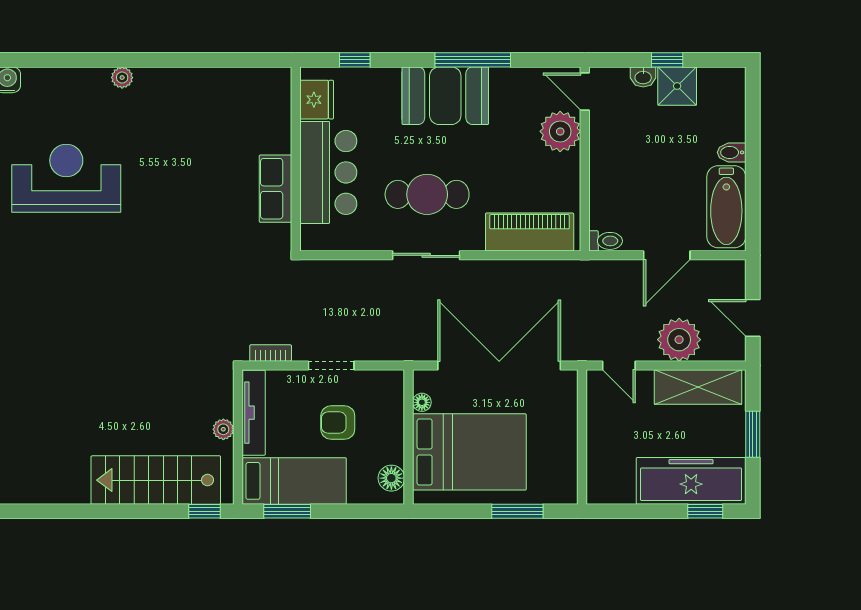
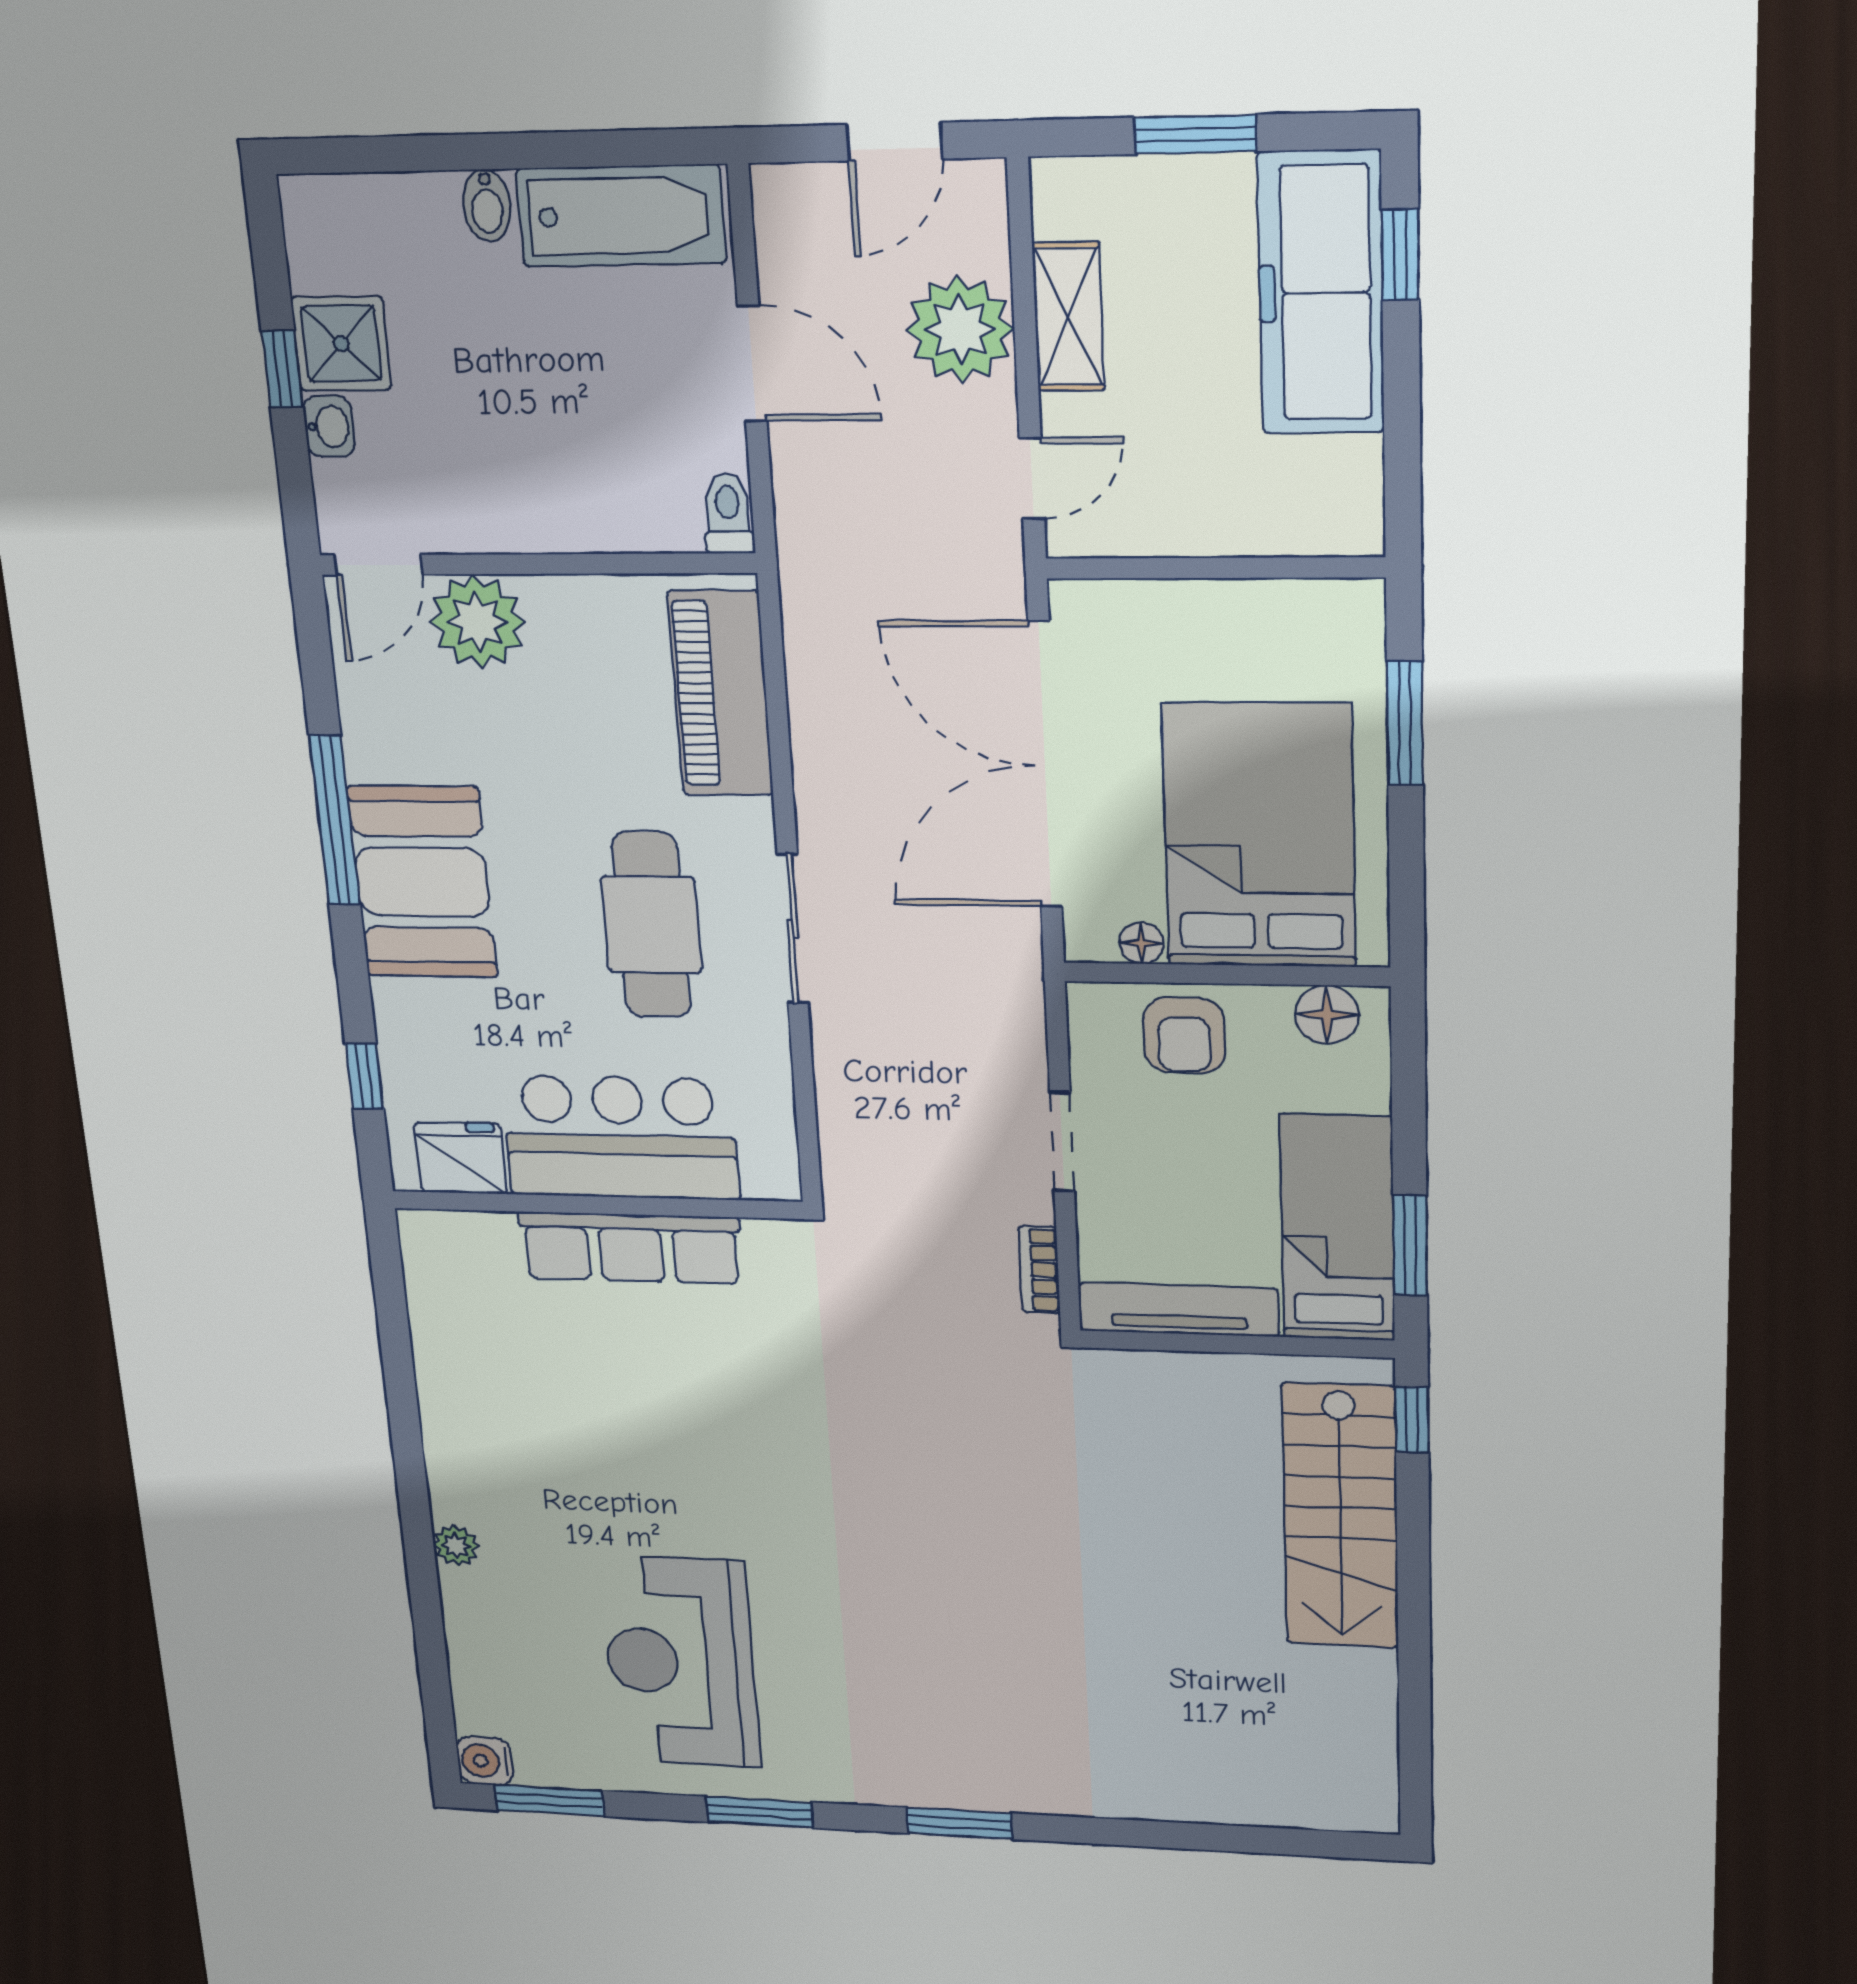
row of seats: (275, 189) -> (631, 1248), width x1.48
shelving: (698, 387) -> (1068, 317), width x0.67, depth x0.75
armchair: (338, 423) -> (1184, 1035), moved
plant: (223, 429) -> (1220, 1374), removed

